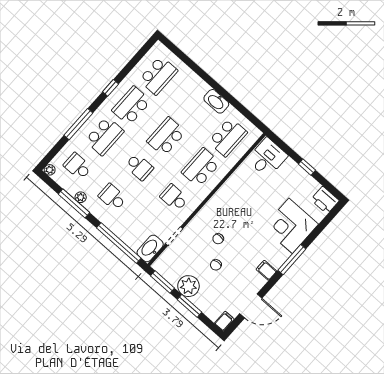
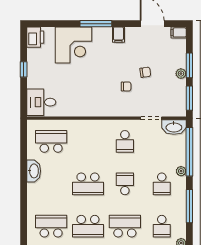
school desk: (201, 167) -> (88, 141), removed
plant: (81, 197) -> (181, 171), moved
plant: (188, 286) -> (181, 74), width x0.53, depth x0.53

